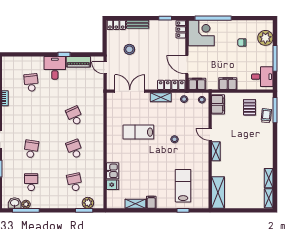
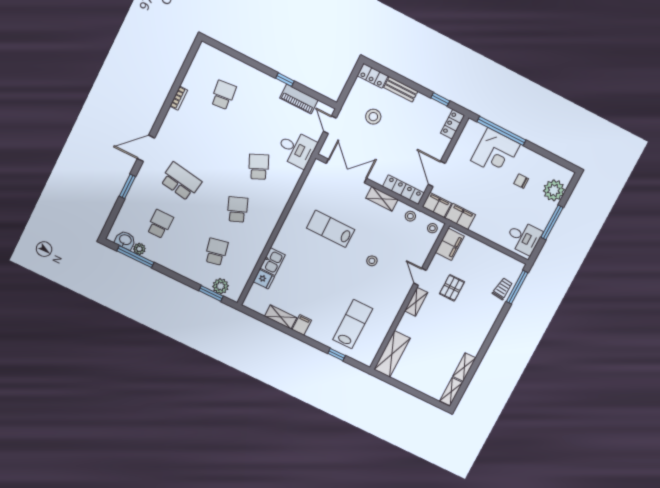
corner desk: (201, 33) -> (495, 152), moved, turned 90
desk: (55, 68) -> (296, 149), moved, turned 90
filing cabinet: (228, 84) -> (460, 216), moved
pallet: (250, 107) -> (452, 288), moved
school desk: (31, 149) -> (181, 181), width x1.85

